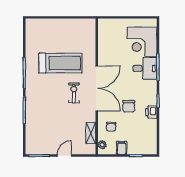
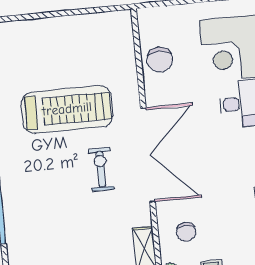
chair: (129, 106) -> (160, 60), moved

